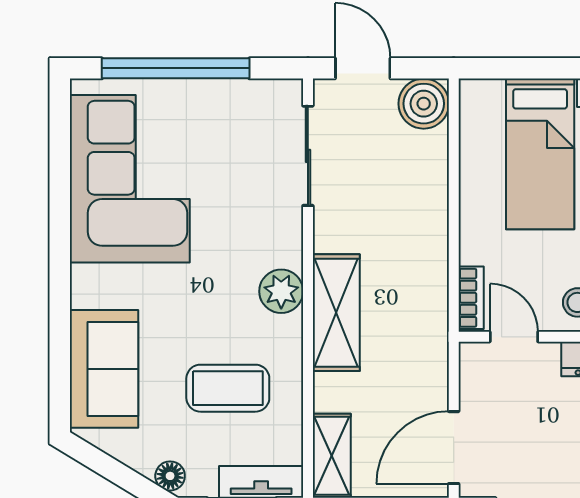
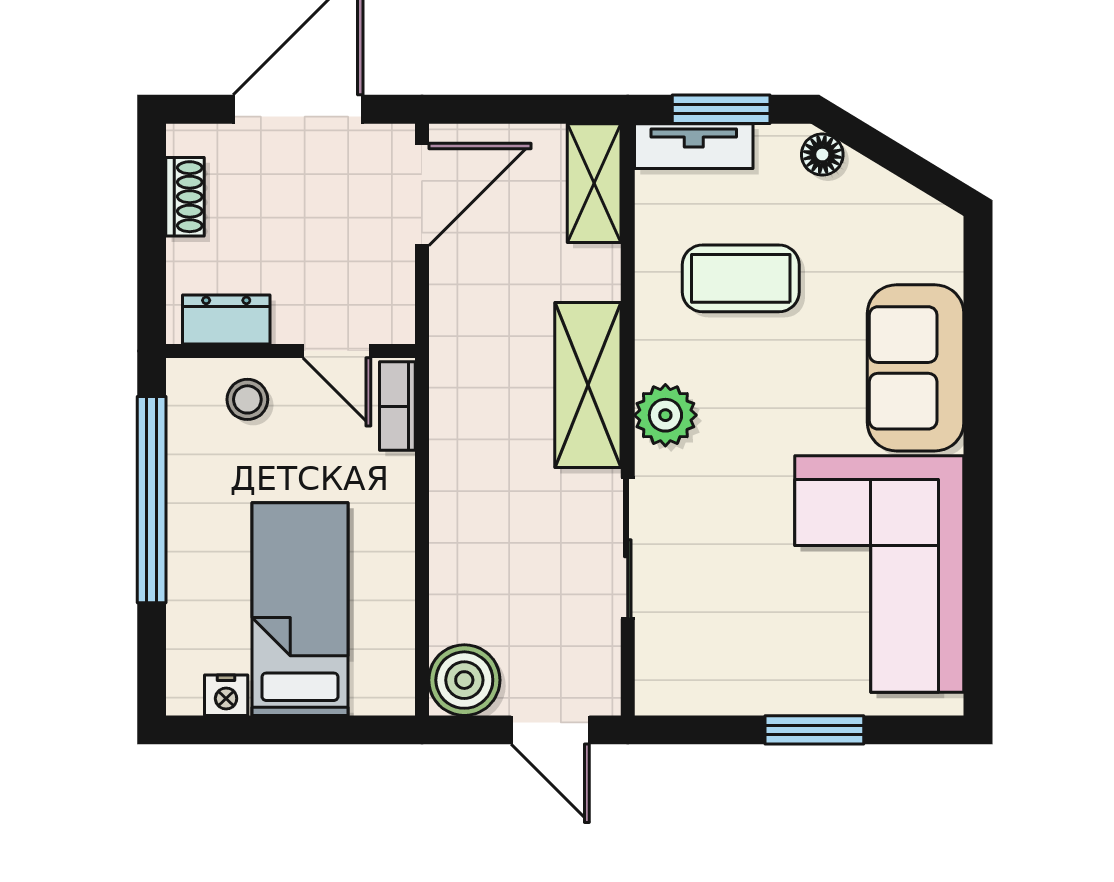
window: (176, 68) -> (814, 730), width x0.47
sliding door: (308, 156) -> (628, 548), moved
sofa: (104, 369) -> (916, 368), moved

